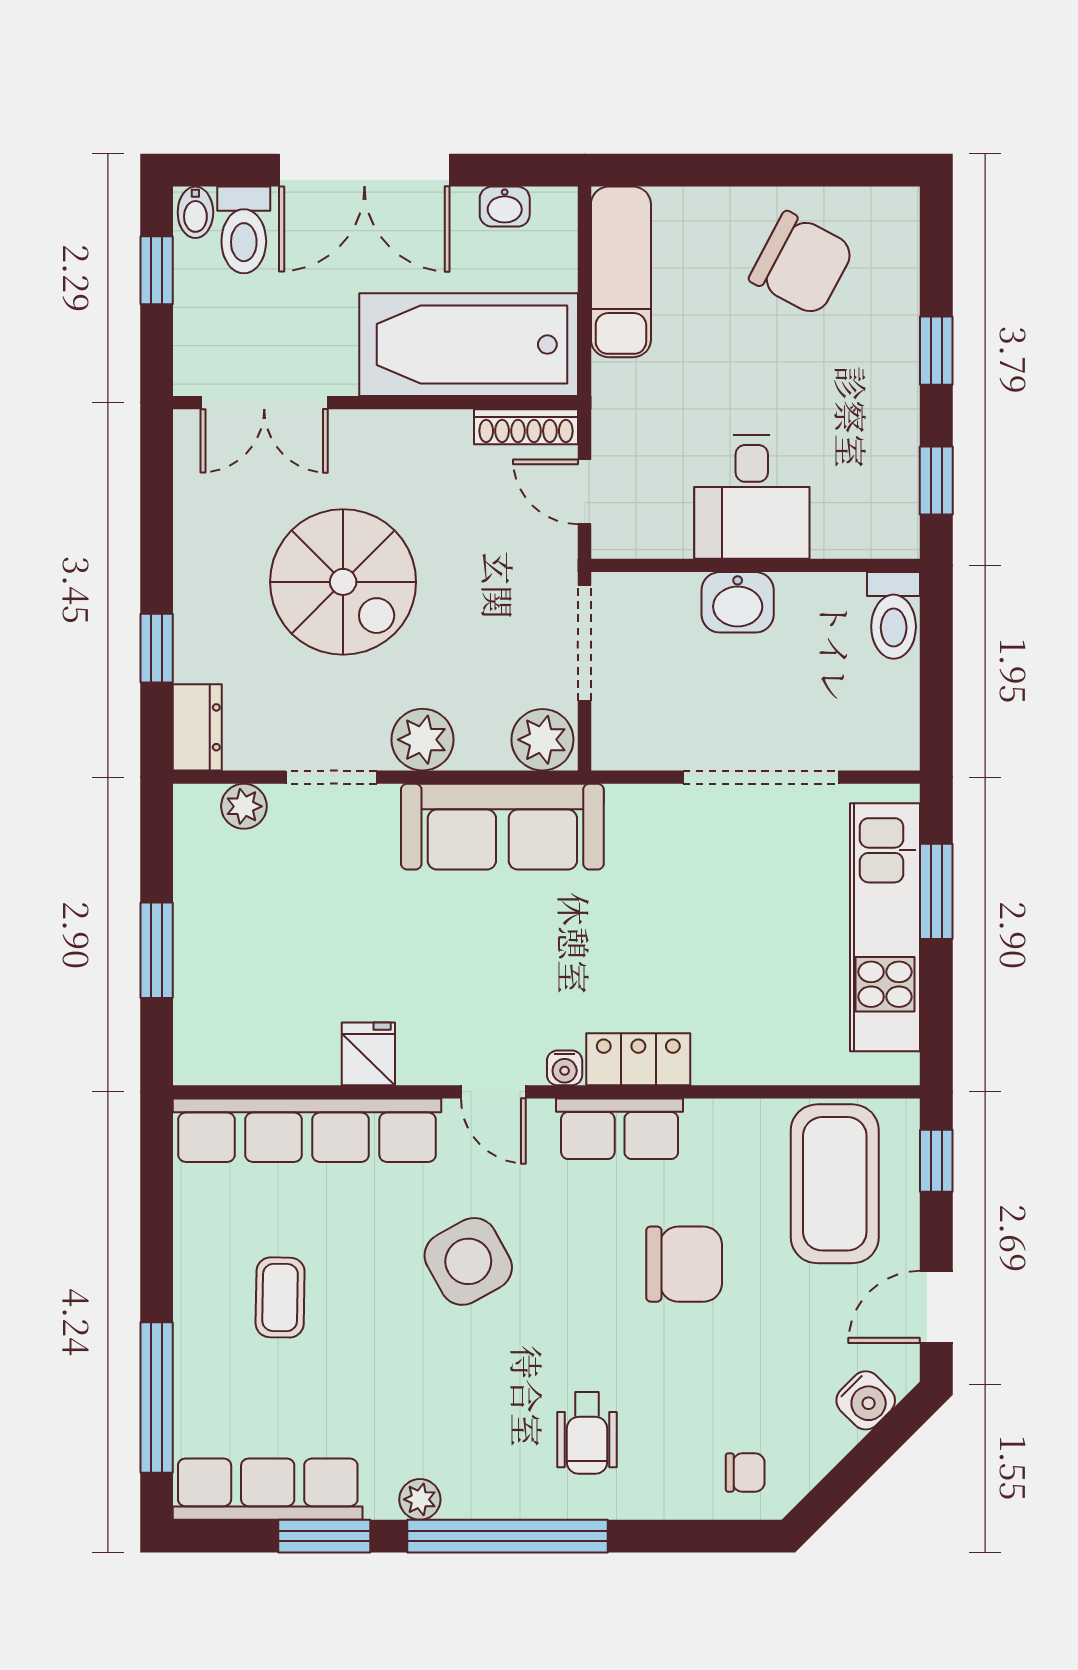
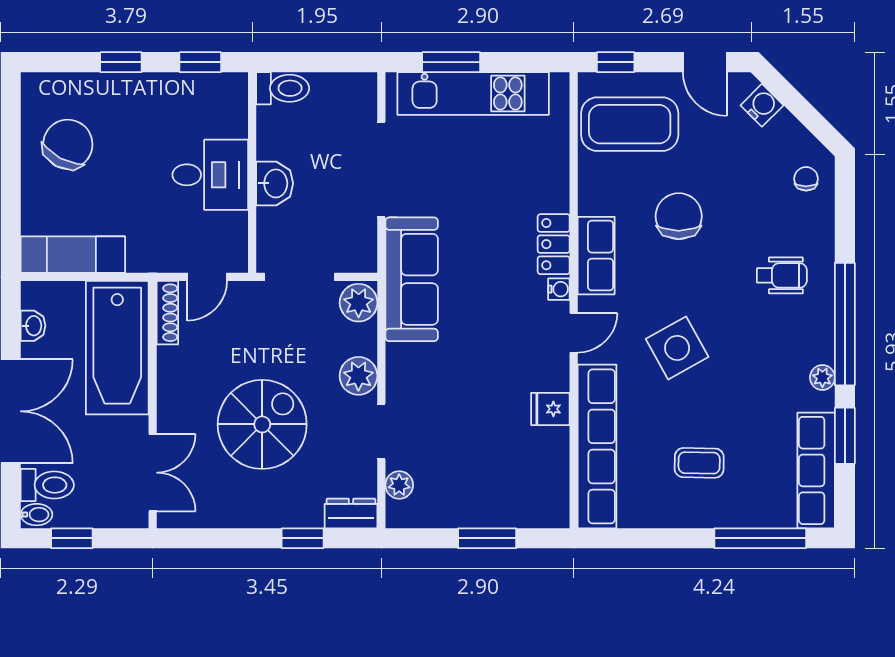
sofa: (502, 827) -> (412, 279), moved

